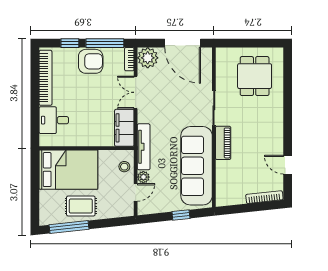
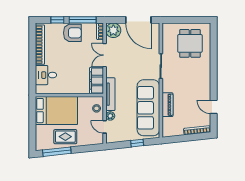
piano: (223, 143) -> (167, 105), moved
door: (136, 192) -> (105, 127), swing flipped

